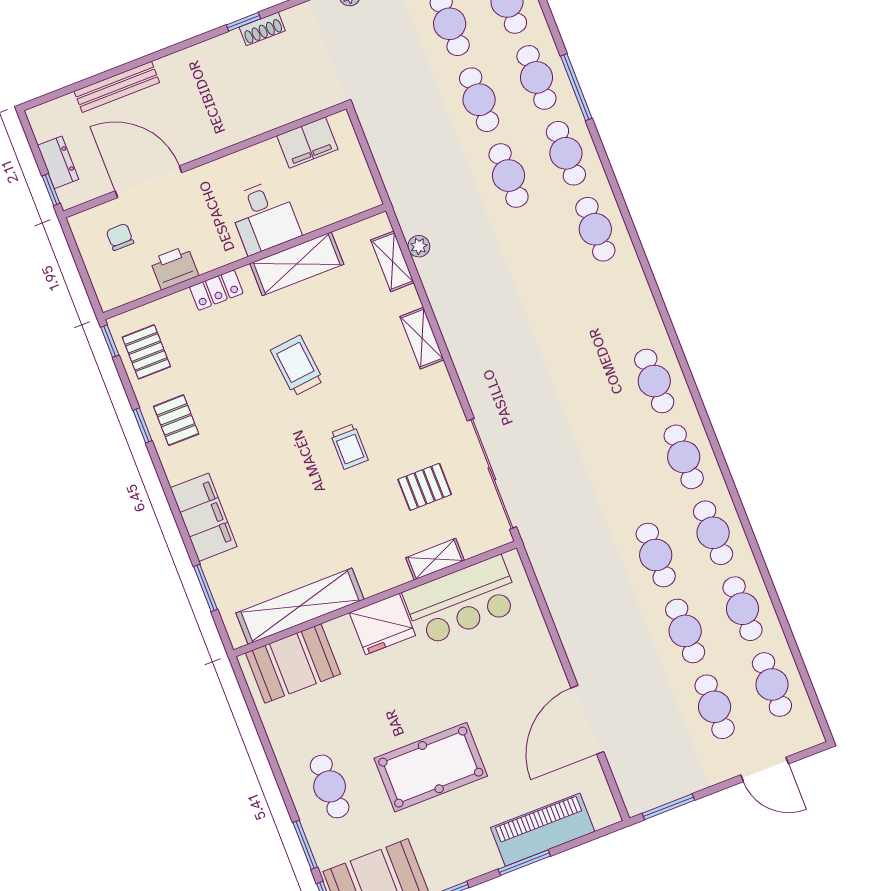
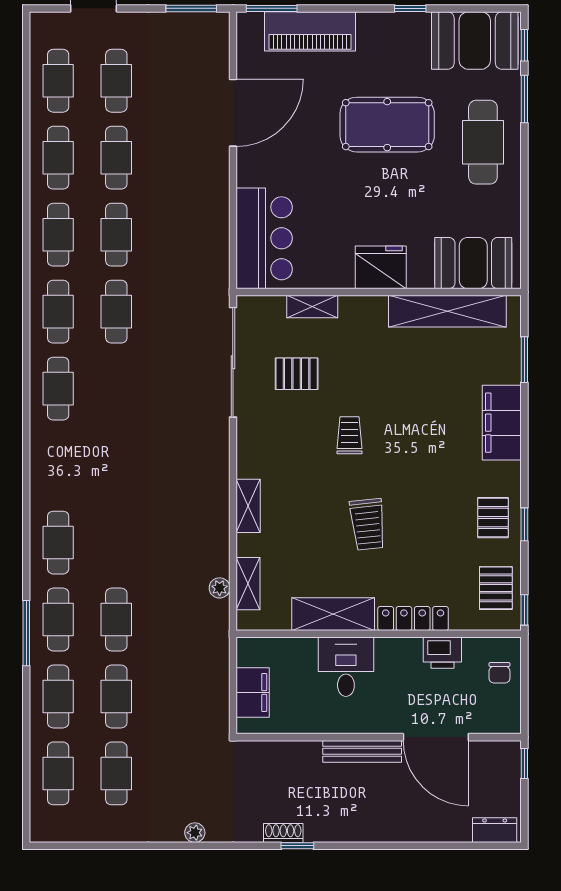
bench: (117, 87) -> (362, 751), moved
window: (576, 87) -> (26, 633), moved
filing cabinet: (307, 143) -> (253, 692), moved, turned 90
dresser: (58, 162) -> (495, 830), moved, turned 90
chair: (120, 237) -> (499, 673), moved
locker: (216, 290) -> (413, 618), width x1.53
cafe table: (626, 479) -> (116, 312), added
bar counter: (462, 601) -> (264, 238), moved, turned 90
cafe table: (330, 786) -> (483, 142), width x1.37, depth x1.35
window: (524, 863) -> (272, 8), moved

